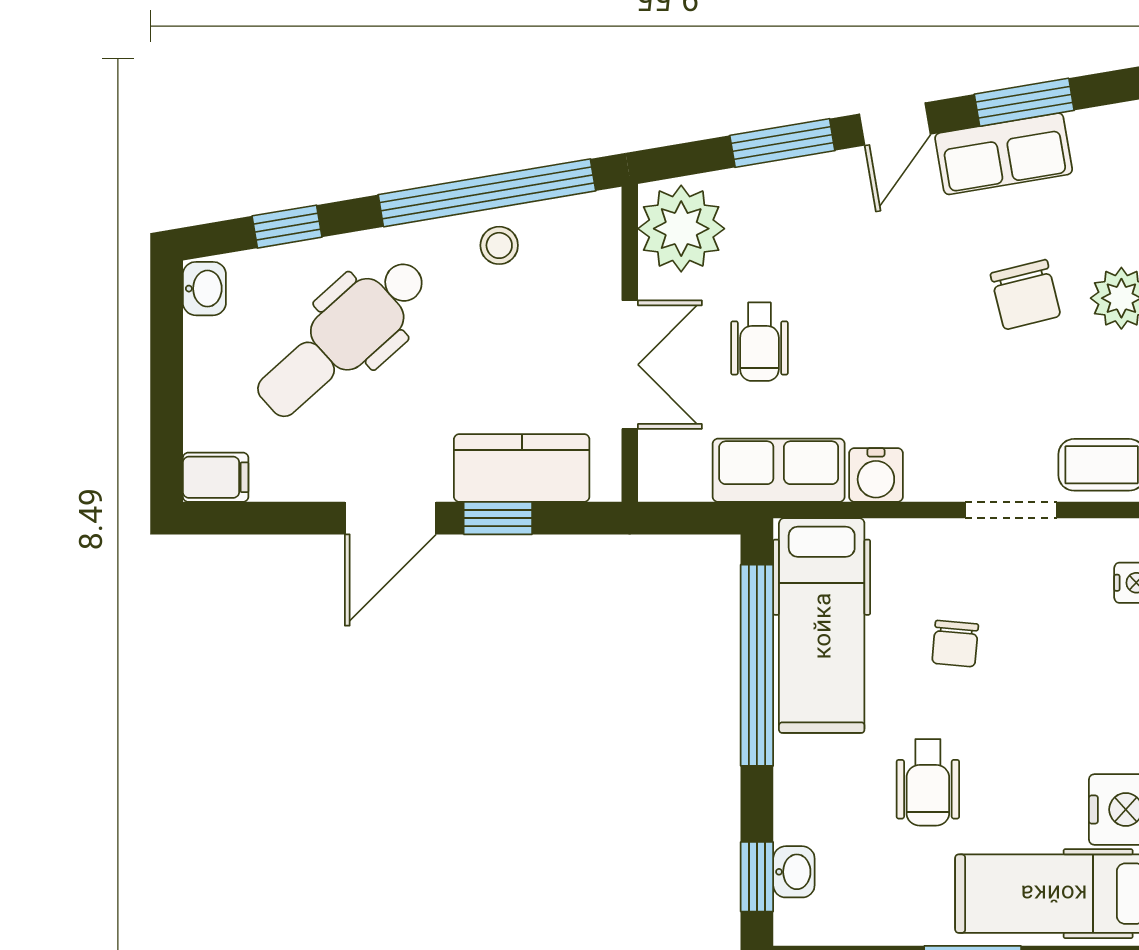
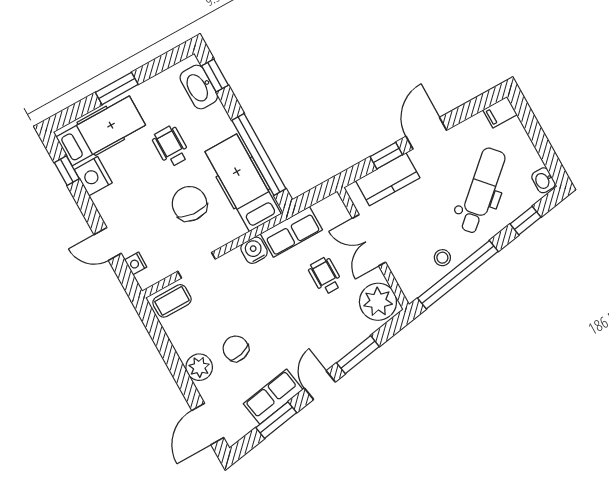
chair: (955, 644) -> (189, 204), width x1.87, depth x1.87
washbasin: (794, 872) -> (199, 87), width x1.91, depth x1.45

